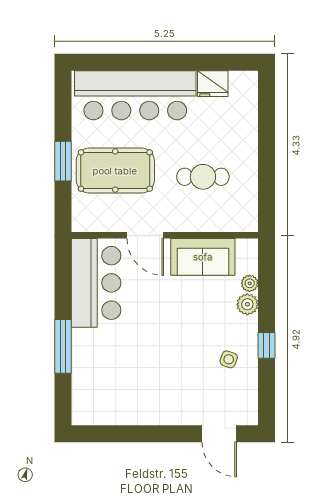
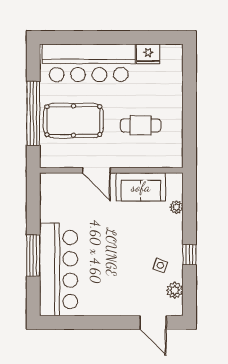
window: (63, 161) -> (33, 113), width x2.11
bar counter: (96, 283) -> (59, 270), moved, width x1.36
plant: (247, 304) -> (175, 290), moved

